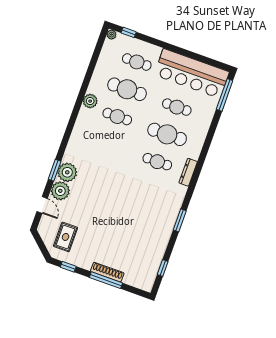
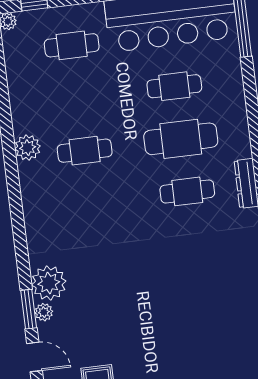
cafe table: (127, 89) -> (78, 98), removed
window: (55, 170) -> (29, 309), moved
plant: (60, 191) -> (44, 312), width x0.53, depth x0.53

